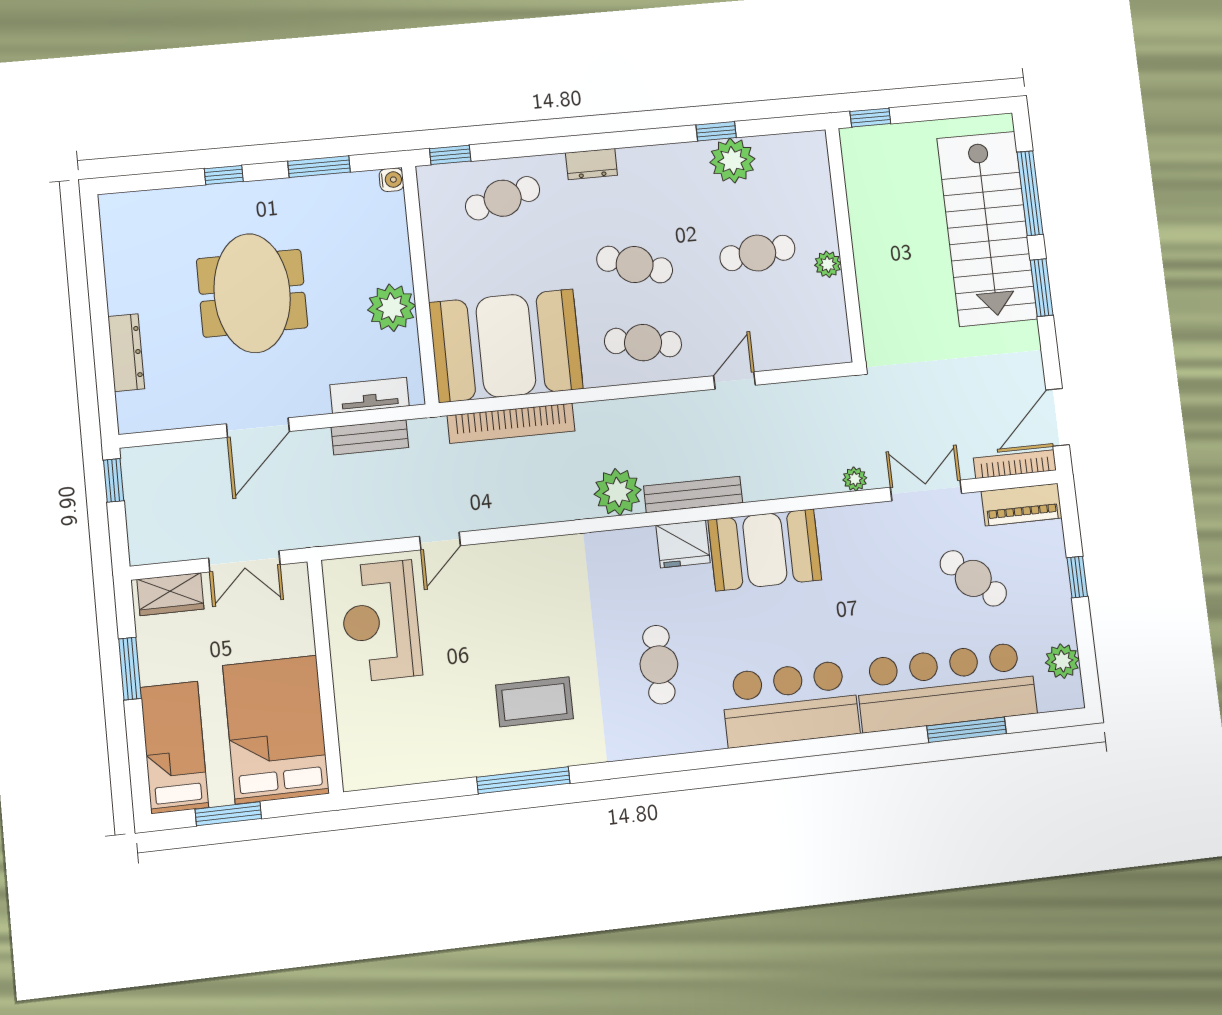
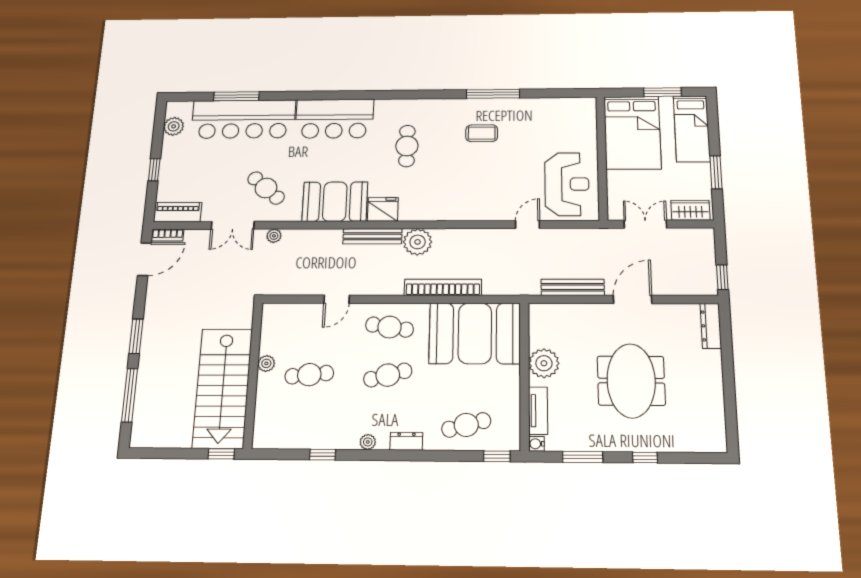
plant: (732, 161) -> (368, 442), moved, width x0.53, depth x0.53
stairs: (987, 229) -> (223, 388), moved, turned 180
cafe table: (635, 265) -> (388, 375), turned -33
dresser: (126, 353) -> (711, 326), moved
tv unit: (370, 395) -> (538, 411), moved, turned -90
bookcase: (511, 423) -> (443, 287), moved
bench: (370, 437) -> (573, 287), width x1.36
bookcase: (1015, 464) -> (168, 235), width x0.64
cafe table: (973, 578) -> (266, 188), moved
coffee table: (534, 702) -> (482, 133), width x0.73, depth x0.77

